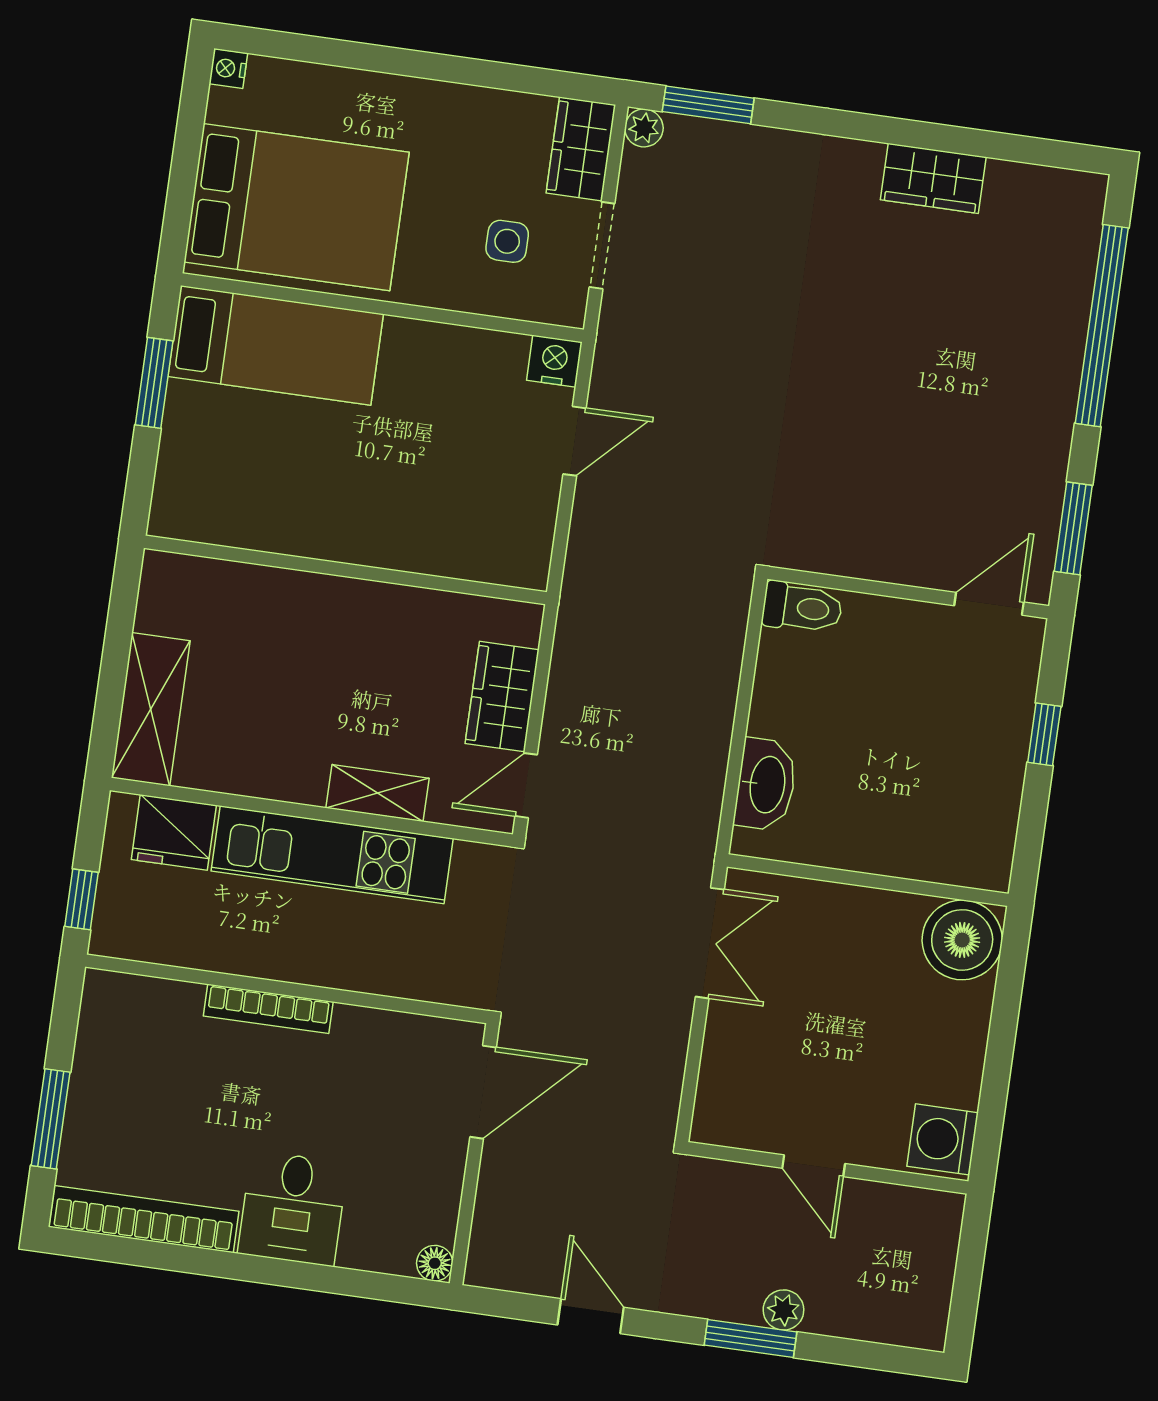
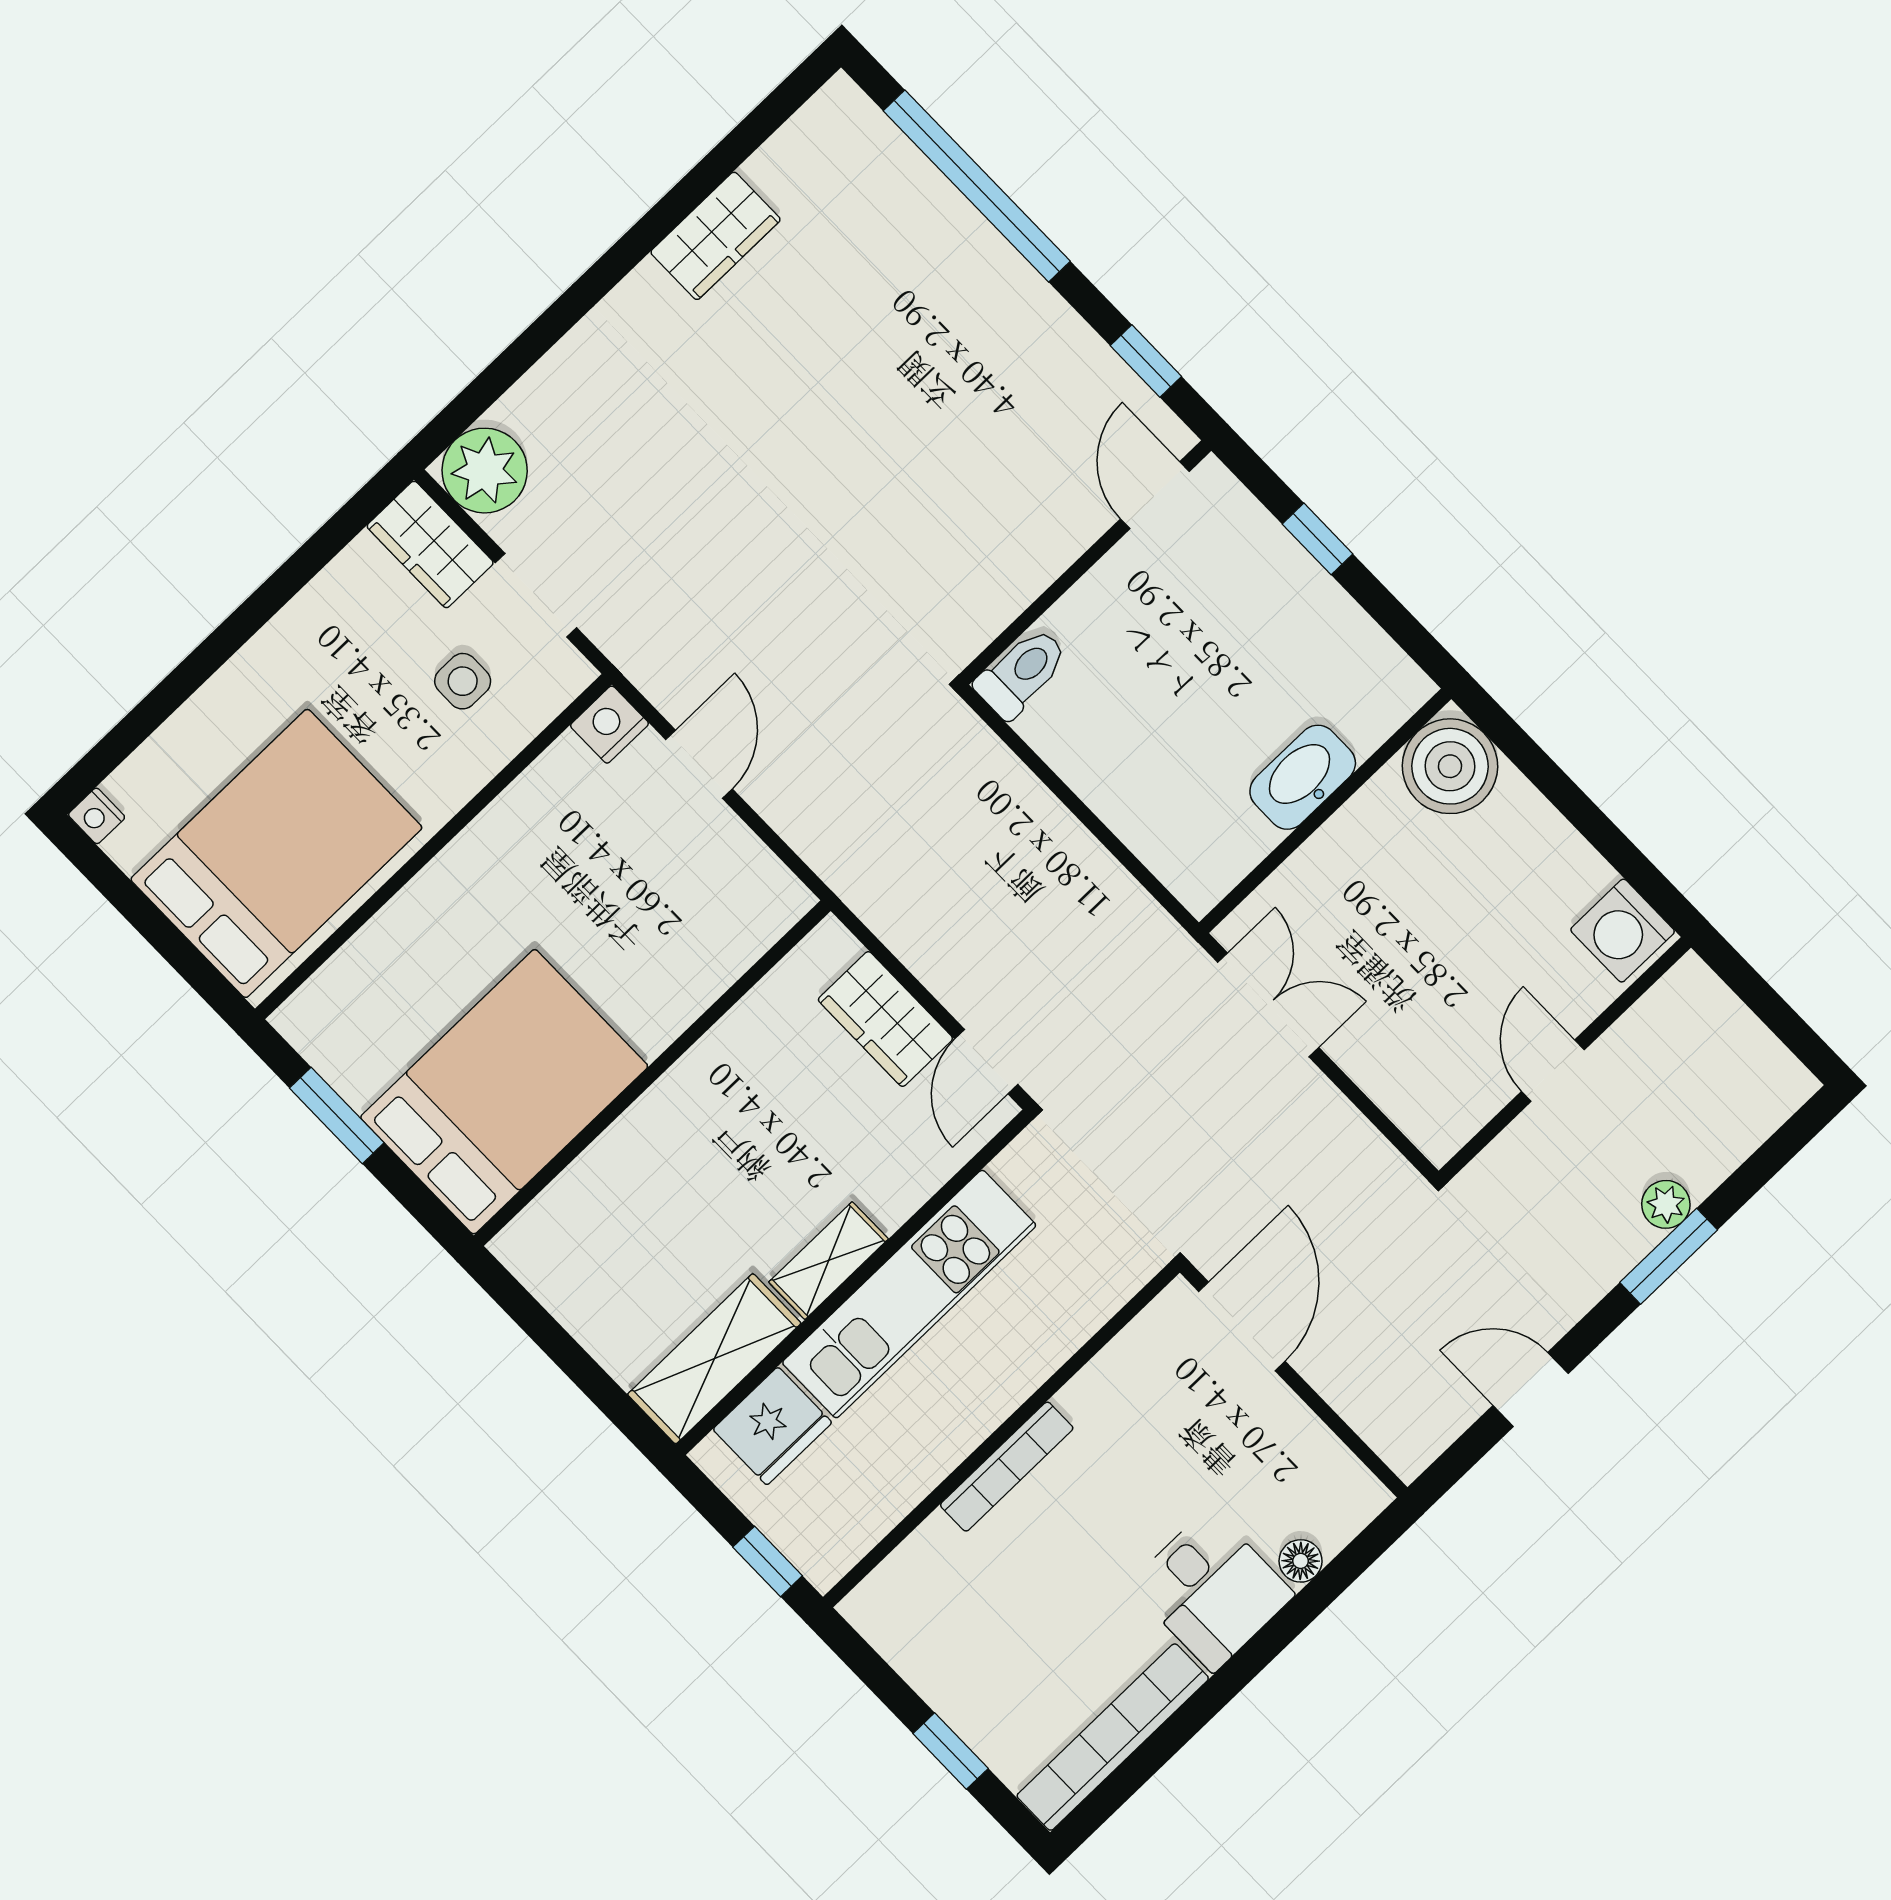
window: (708, 105) -> (482, 393), removed
plant: (644, 128) -> (485, 471), width x1.87, depth x1.87
bed: (276, 345) -> (504, 1092), moved, width x1.50
window: (1073, 528) -> (1146, 361), width x0.67
shelving: (151, 709) -> (714, 1359), moved, turned 90
washbasin: (766, 784) -> (1303, 777), moved, turned -90
shelving: (377, 793) -> (828, 1261), moved
window: (51, 1119) -> (951, 1751), width x0.67
door: (814, 1166) -> (1553, 1071), swing flipped
floor lamp: (435, 1263) -> (1301, 1561), moved

